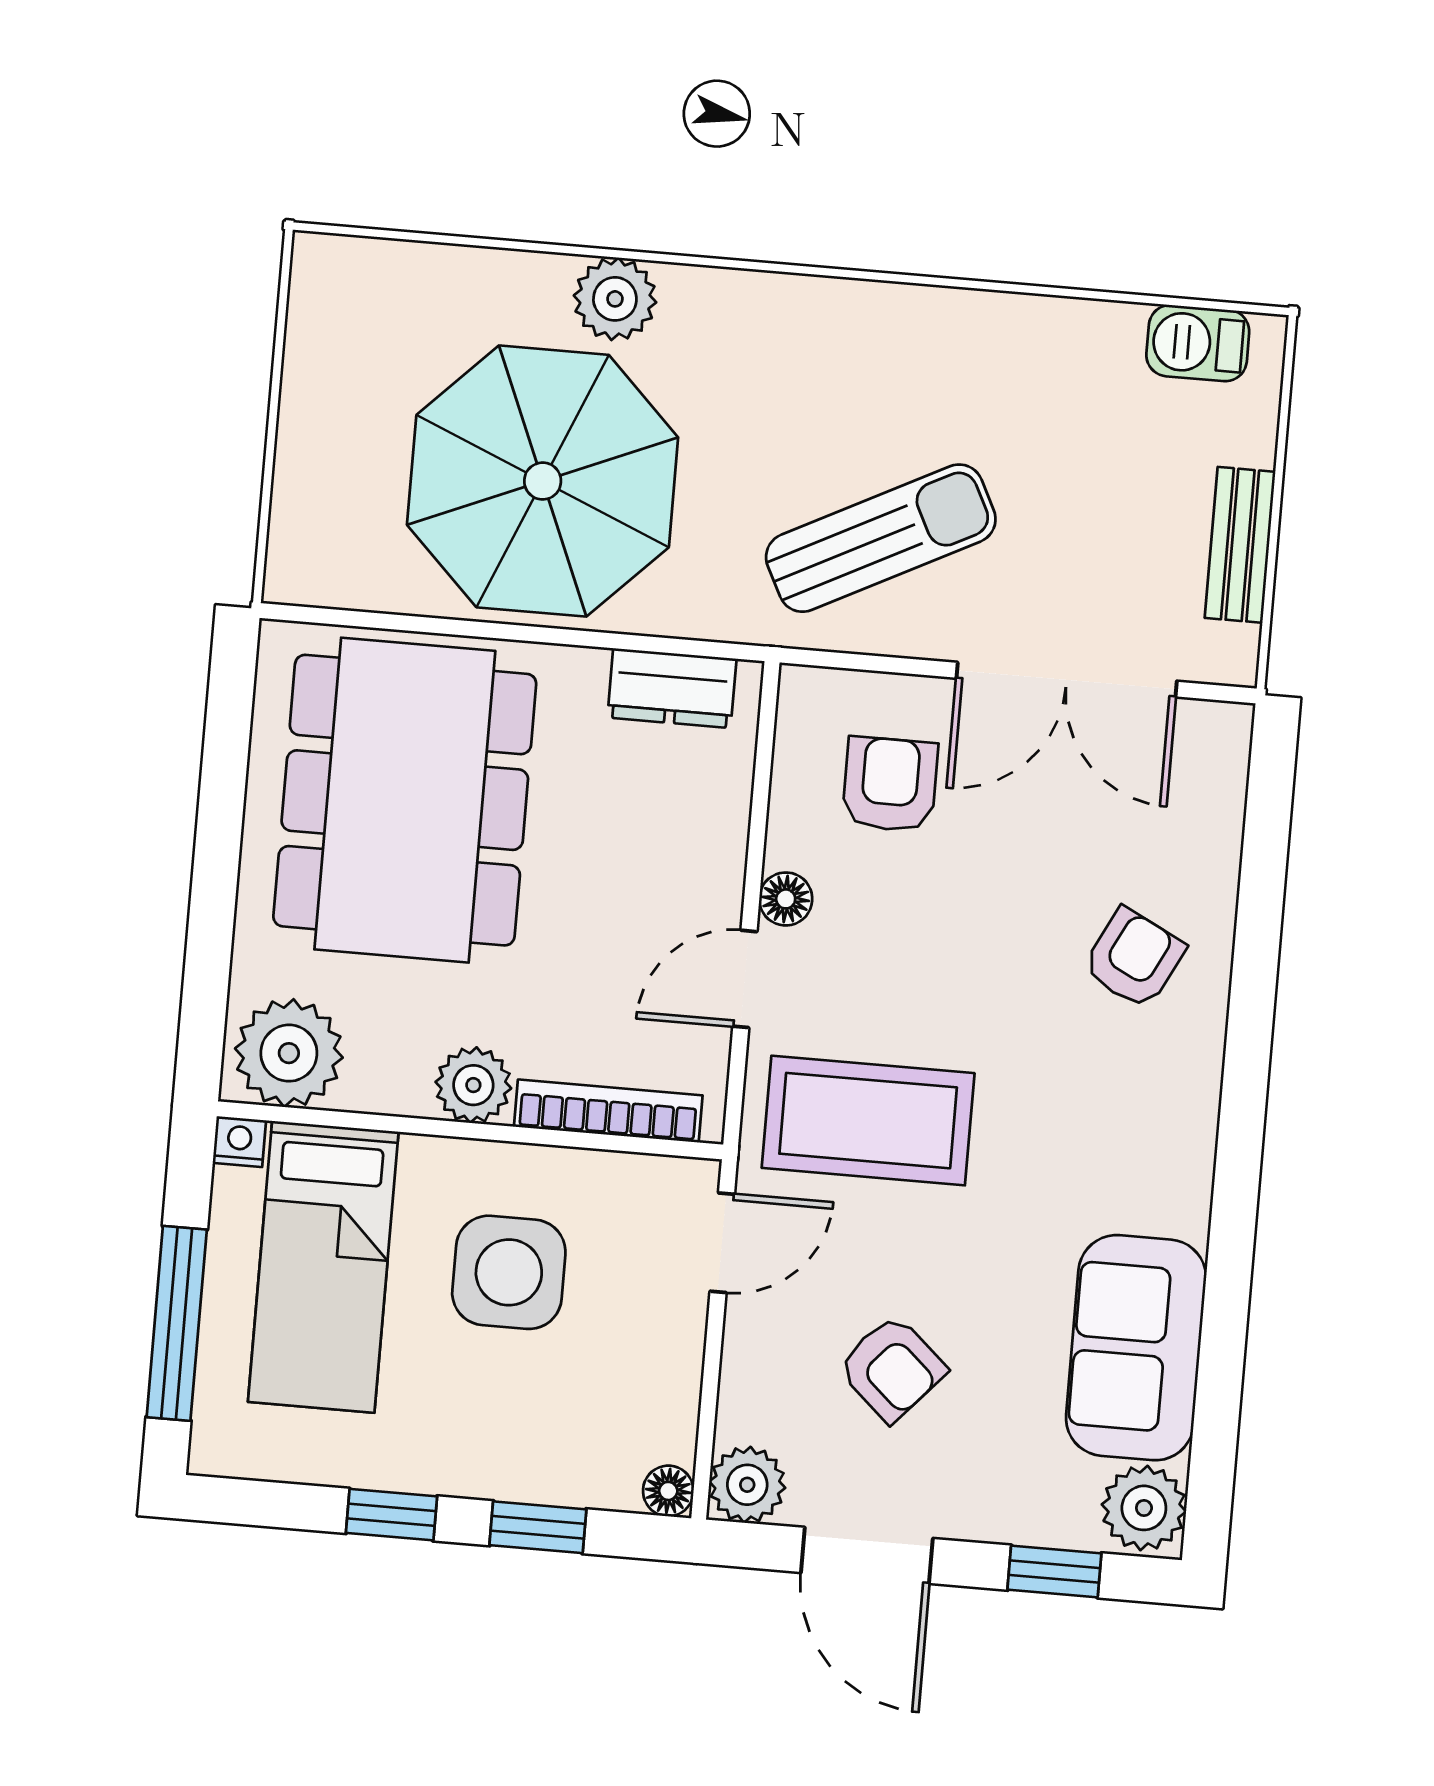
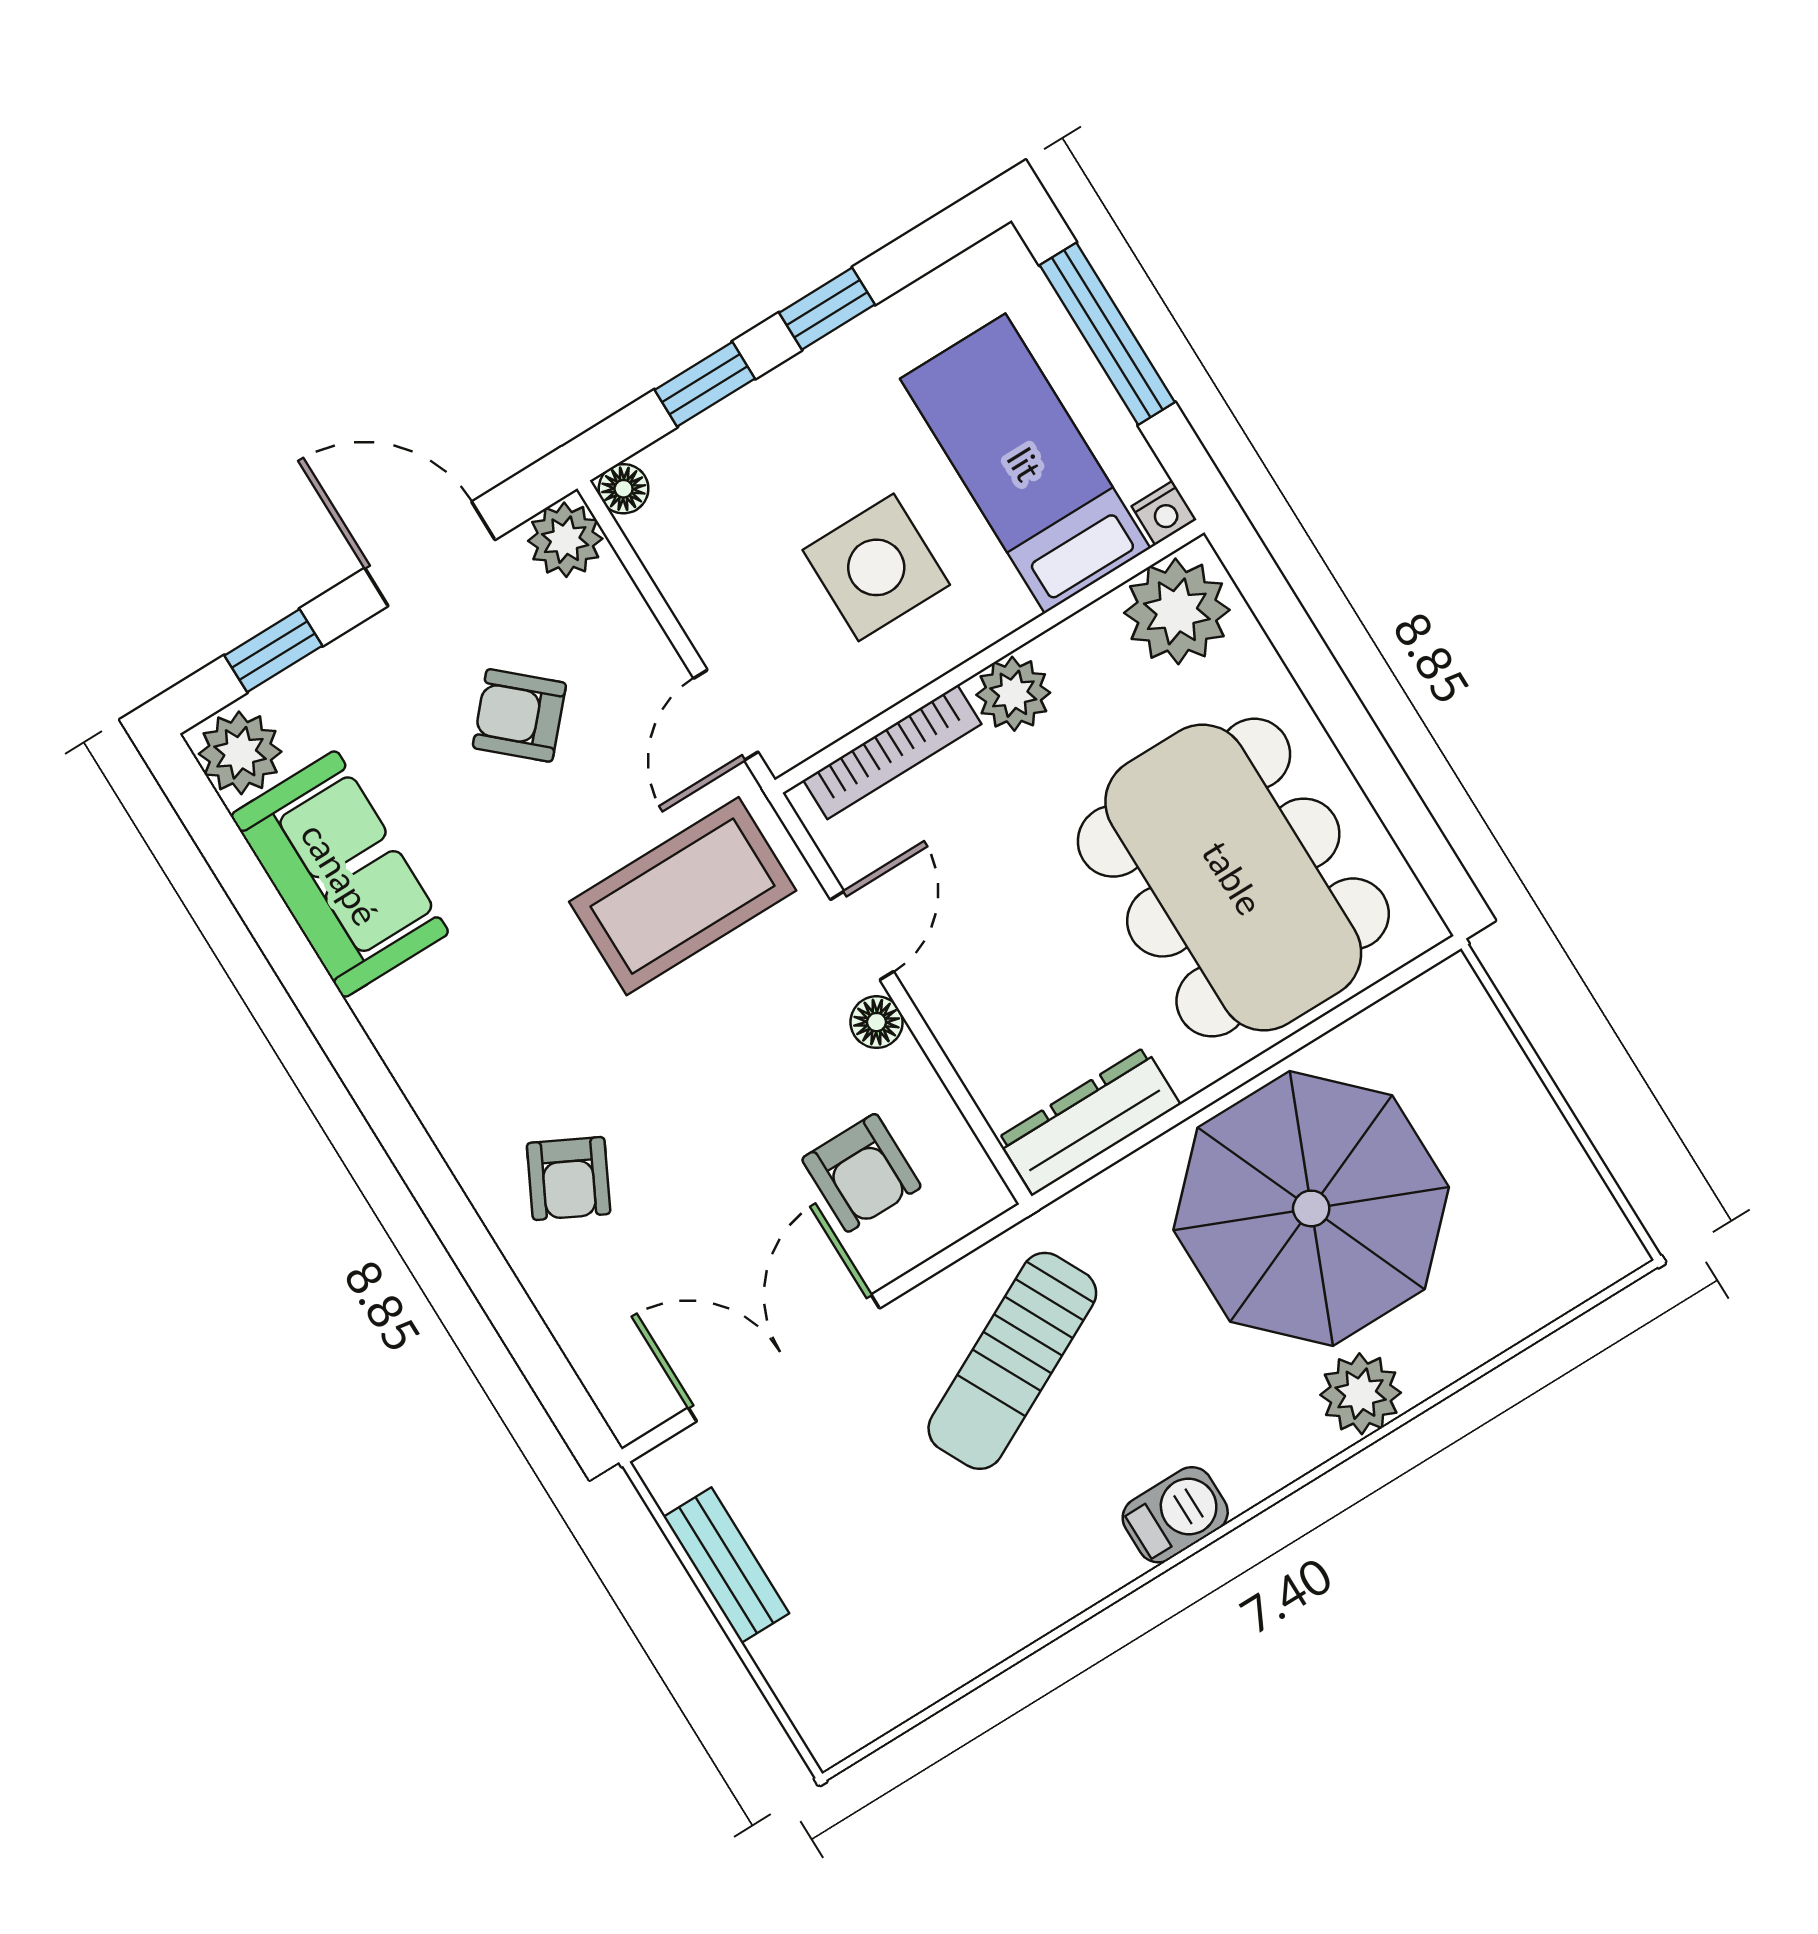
barbecue: (1198, 343) -> (1175, 1515), moved
dresser: (672, 688) -> (1089, 1121), width x1.44

